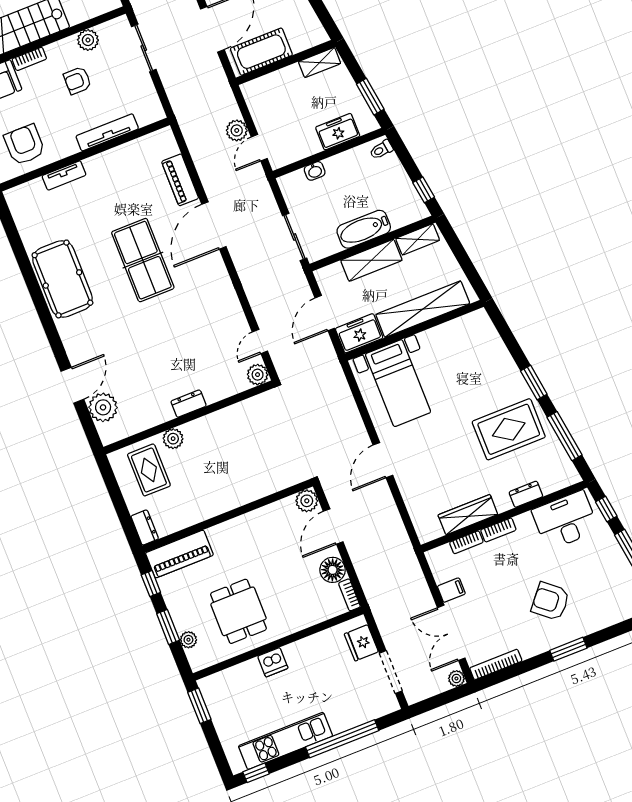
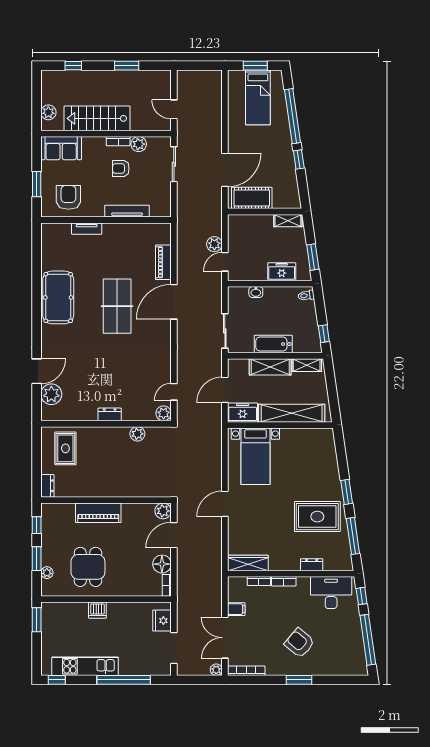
bookcase: (29, 59) -> (118, 141), moved
plant: (173, 439) -> (137, 434), moved
wardrobe: (468, 515) -> (248, 563), moved
piano: (179, 554) -> (98, 513), moved

